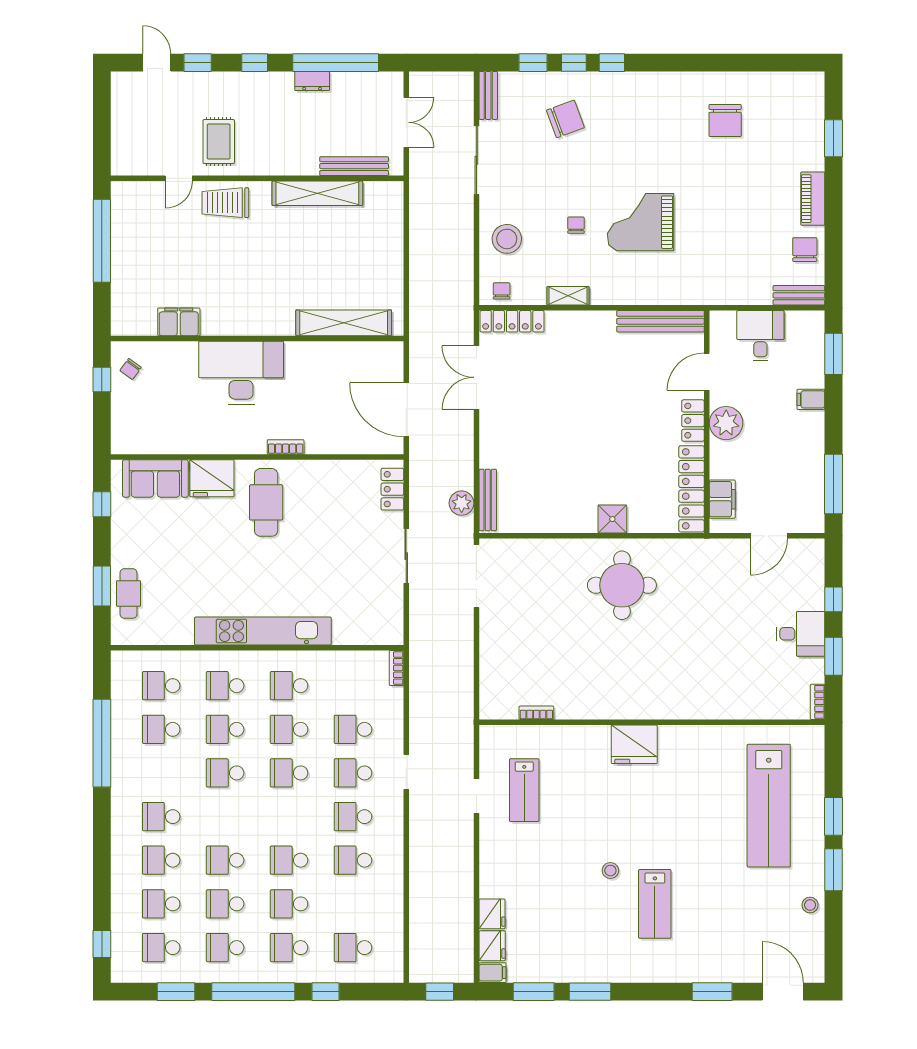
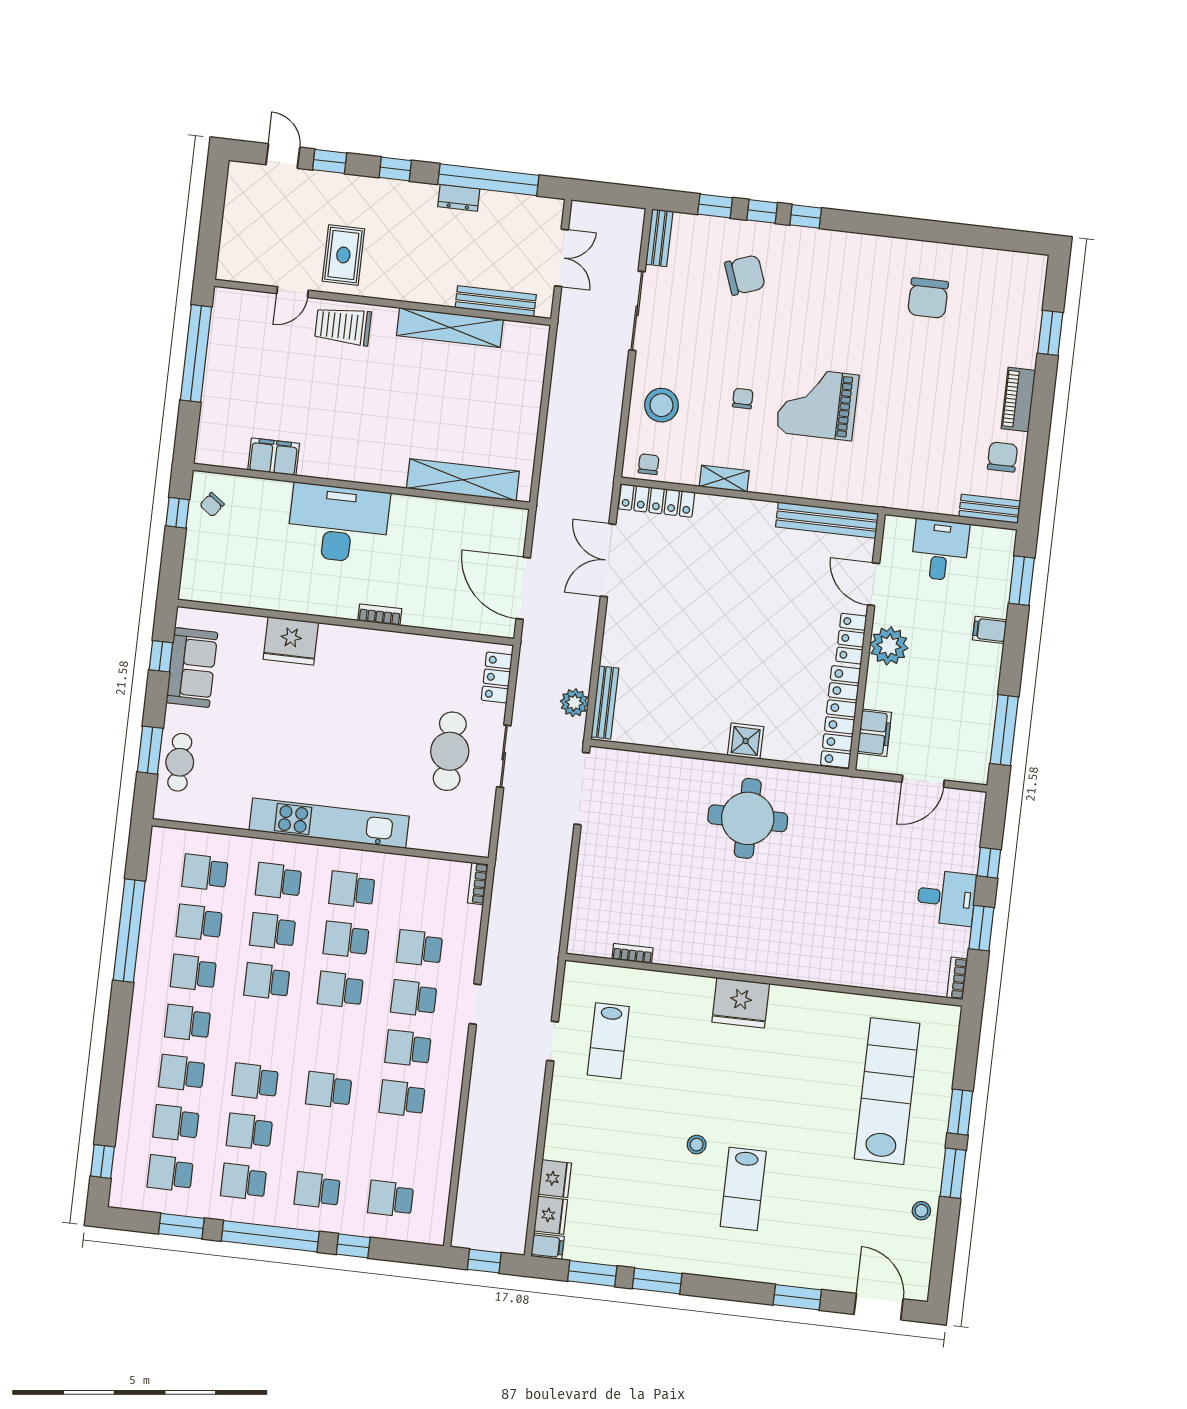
door: (707, 372) -> (874, 584), hinge flipped
sofa: (155, 478) -> (192, 667), moved, turned -90
cafe table: (266, 502) -> (450, 751), moved
lab bench: (769, 806) -> (887, 1091), turned 180
school desk: (289, 904) -> (193, 973), moved

